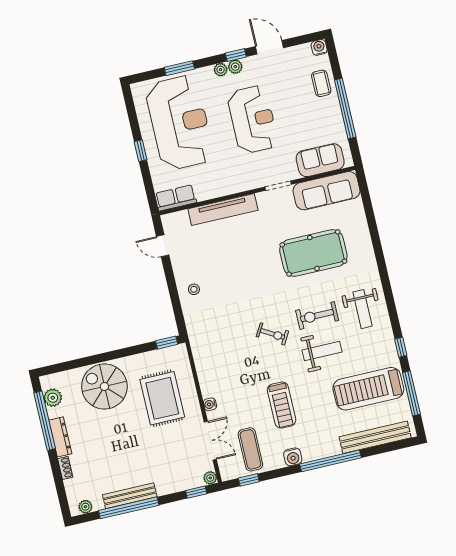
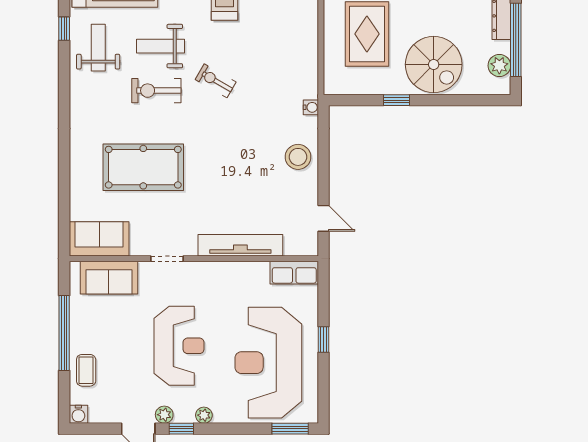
plant: (235, 67) -> (164, 415), moved
window: (179, 68) -> (290, 429), moved
reception desk: (253, 119) -> (179, 346), turned 180
sofa: (326, 191) -> (99, 239), width x0.73
stool: (194, 289) -> (298, 157), width x1.89, depth x1.89
weight bench: (363, 309) -> (98, 48), moved
exercise bike: (317, 315) -> (156, 91), turned 180
window: (167, 343) -> (396, 100), moved
water cooler: (210, 404) -> (311, 107), moved

